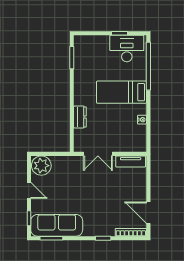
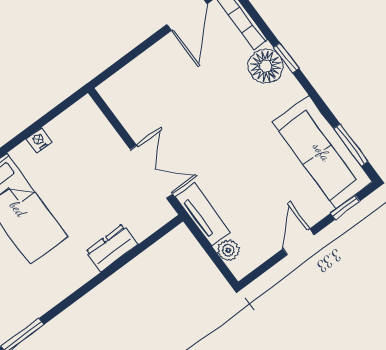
tv unit: (131, 161) -> (203, 214), moved
plant: (41, 166) -> (228, 250), width x0.53, depth x0.53
floor lamp: (106, 228) -> (266, 66), added

